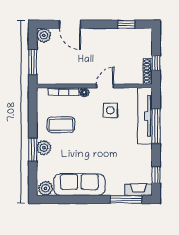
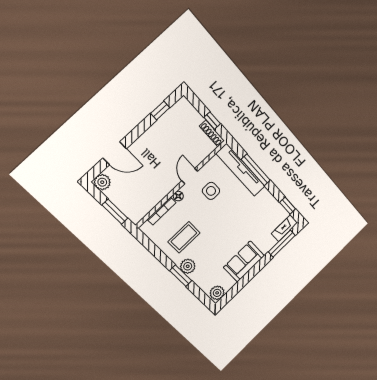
sofa: (79, 185) -> (244, 261), width x0.73

